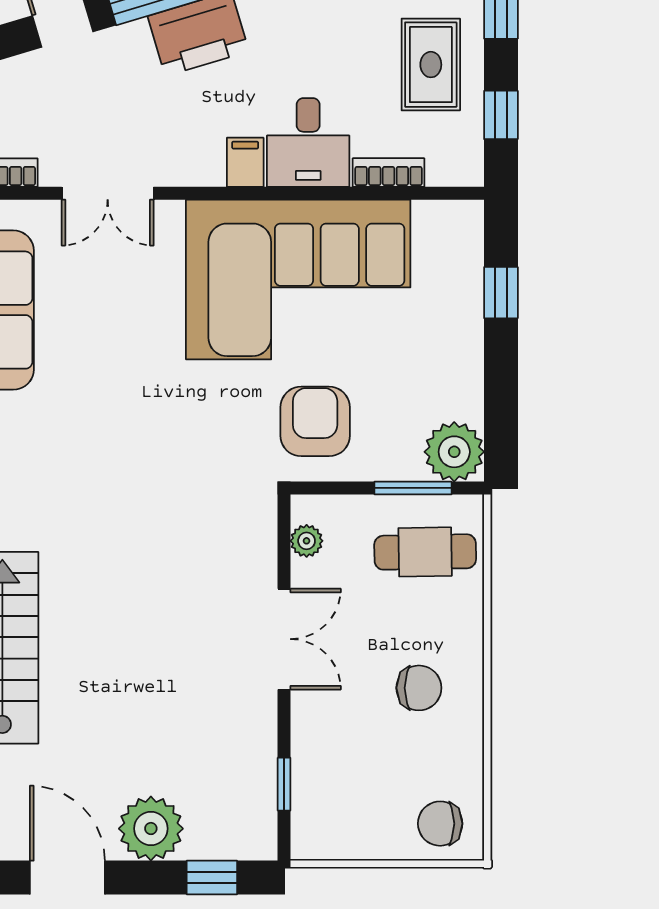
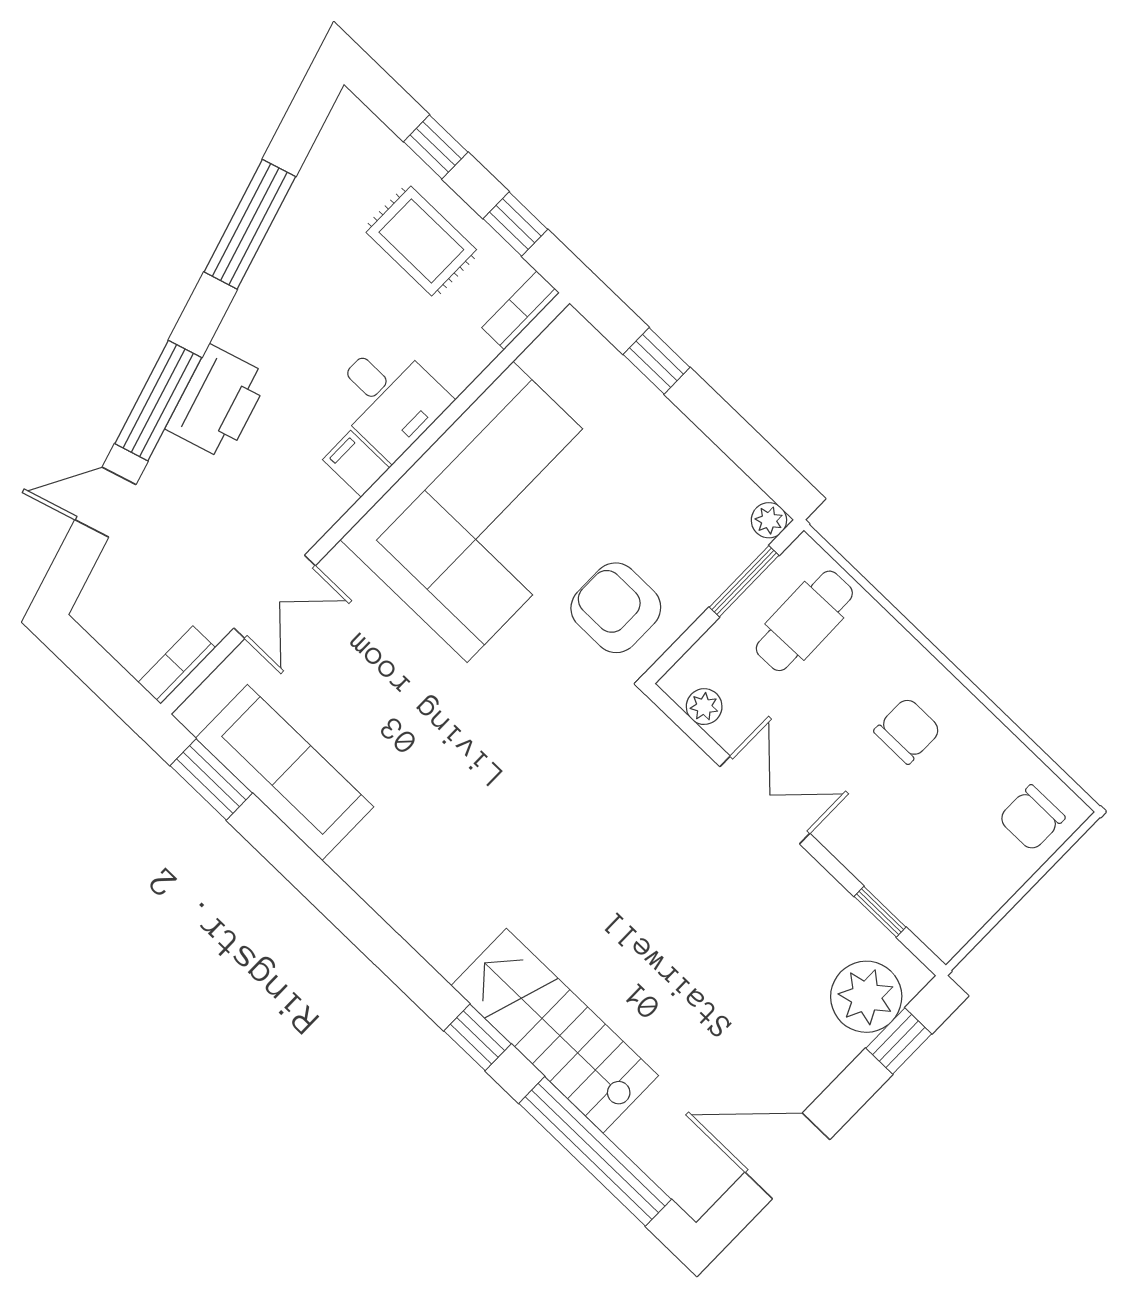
bookcase: (389, 173) -> (521, 310), moved
plant: (454, 452) -> (769, 520), width x0.53, depth x0.53
plant: (151, 829) -> (866, 997), moved

